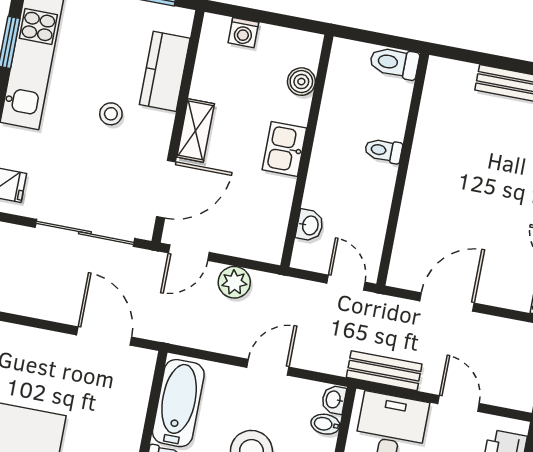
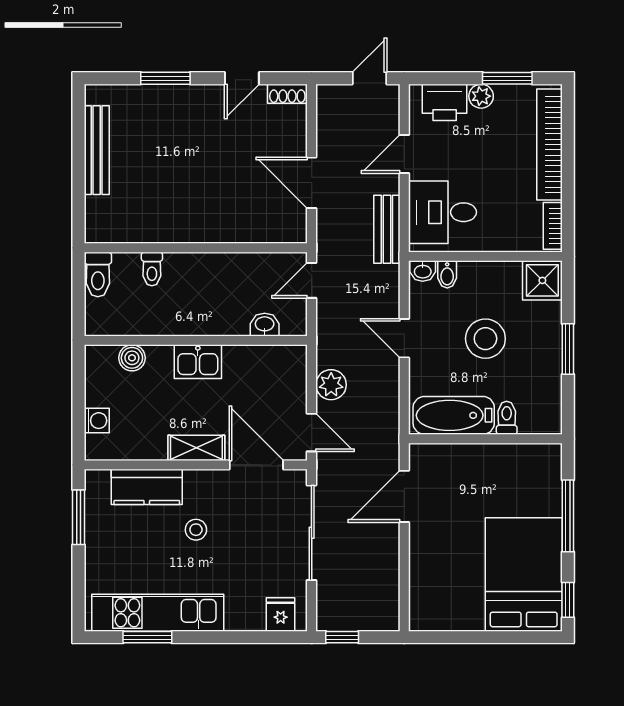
toilet: (383, 151) -> (152, 269), moved

